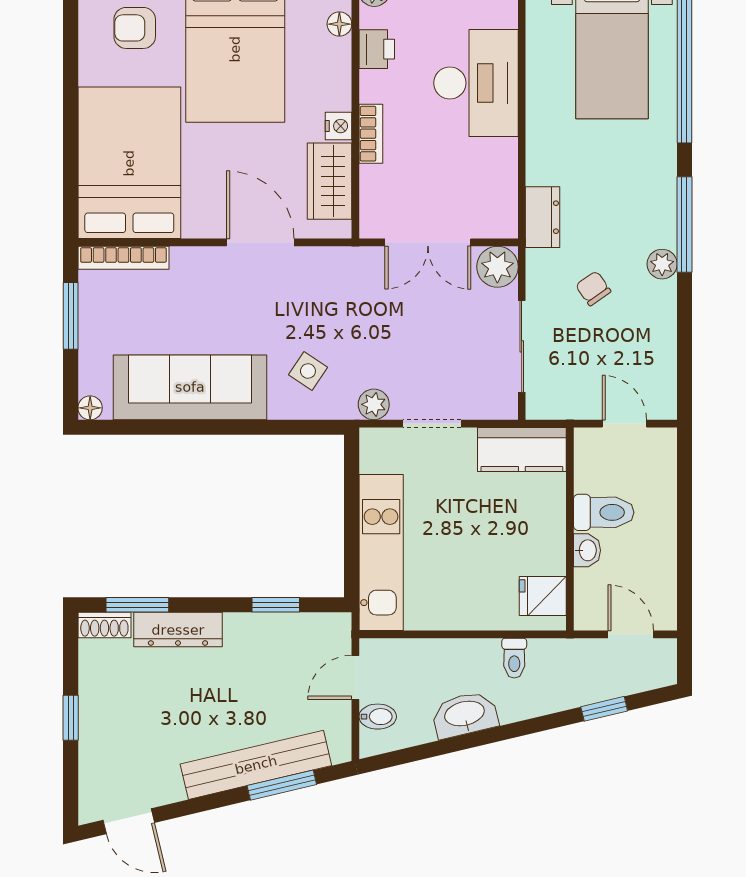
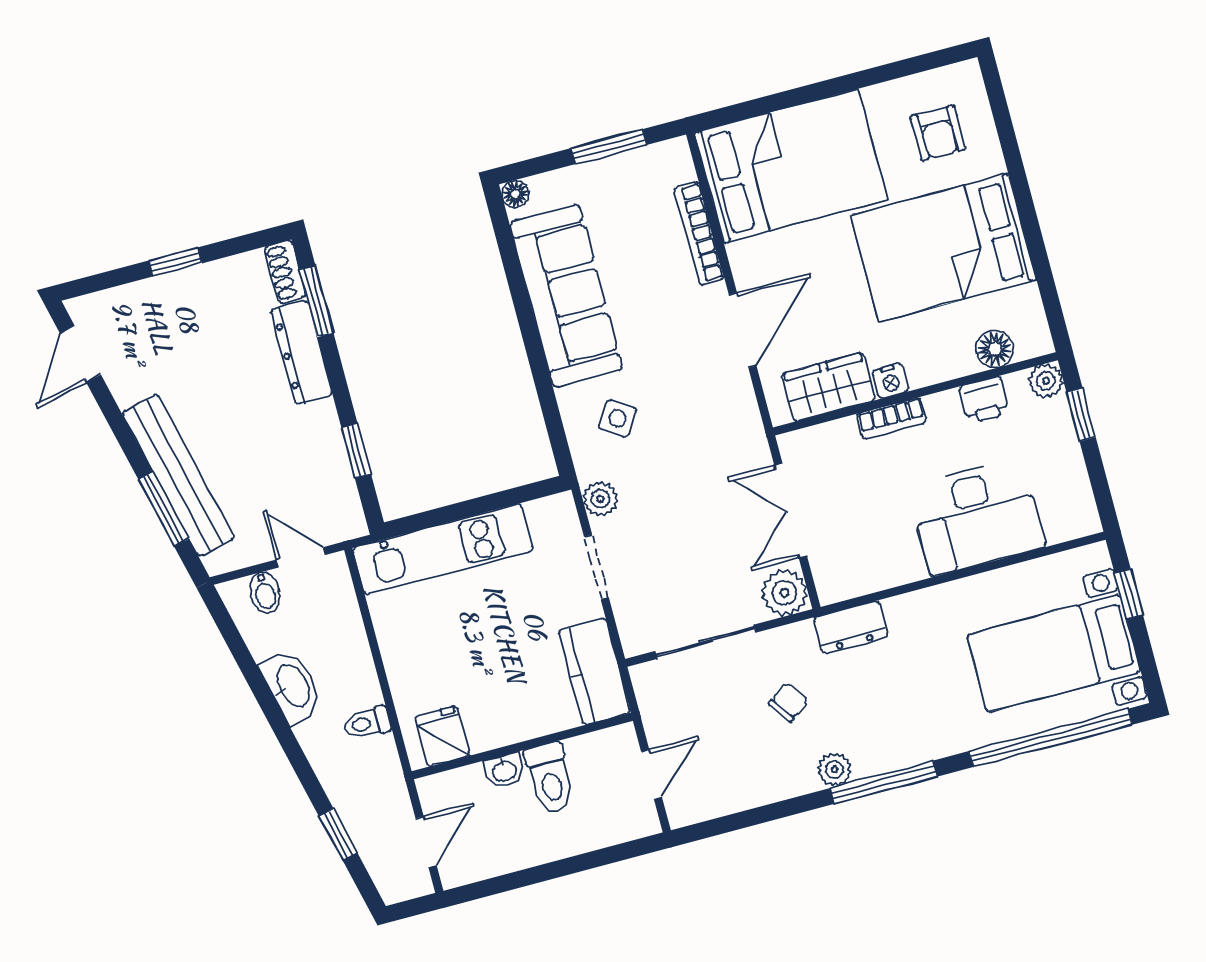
floor lamp: (339, 24) -> (995, 349), width x1.37, depth x1.37
armchair: (135, 28) -> (938, 133), turned 180
bookcase: (123, 258) -> (699, 233), moved

